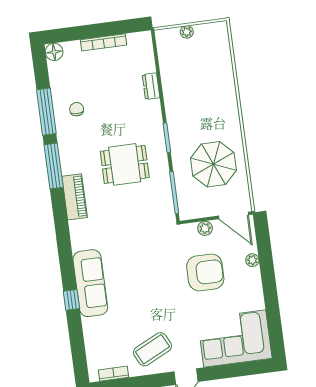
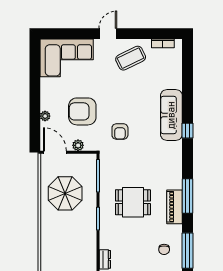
window: (54, 166) -> (187, 196), moved
piano: (75, 197) -> (175, 207), moved
armchair: (154, 253) -> (120, 131), added
window: (71, 300) -> (187, 131), moved

